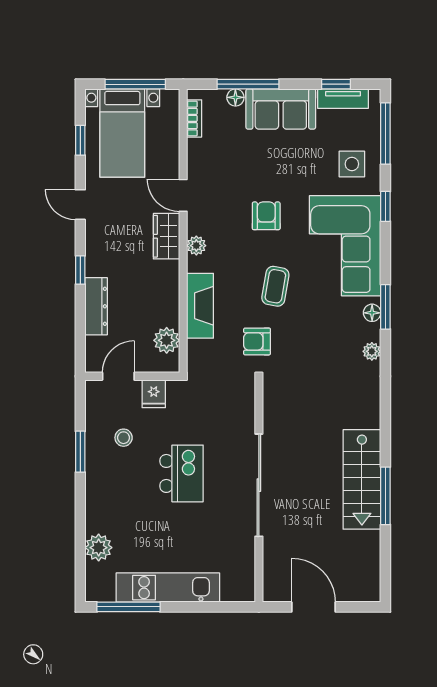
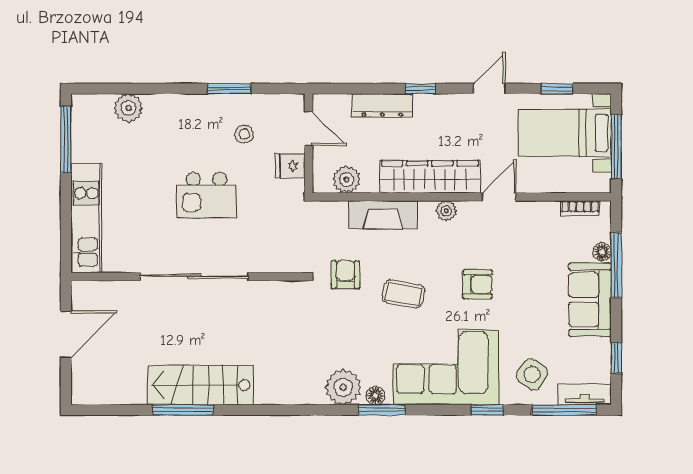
tv unit: (343, 99) -> (584, 395), moved, turned 90
side table: (352, 164) -> (532, 374), turned 34
wardrobe: (166, 236) -> (430, 177), width x2.10, depth x1.17
plant: (372, 351) -> (343, 387), width x1.87, depth x1.87
kitchen unit: (168, 588) -> (86, 218), moved

